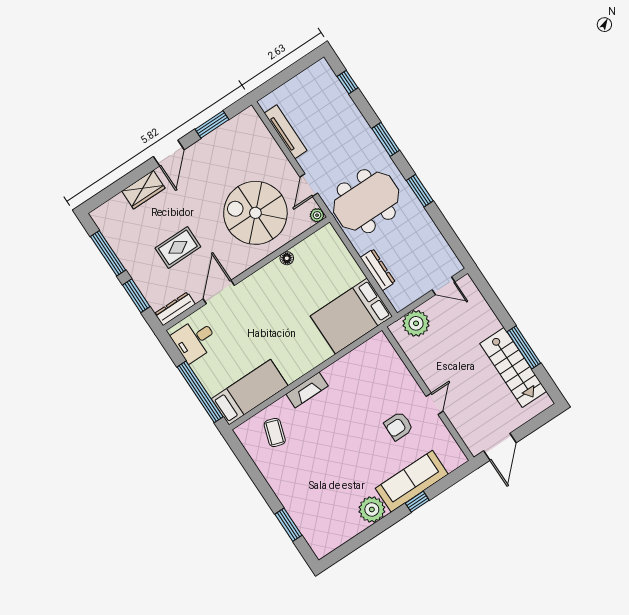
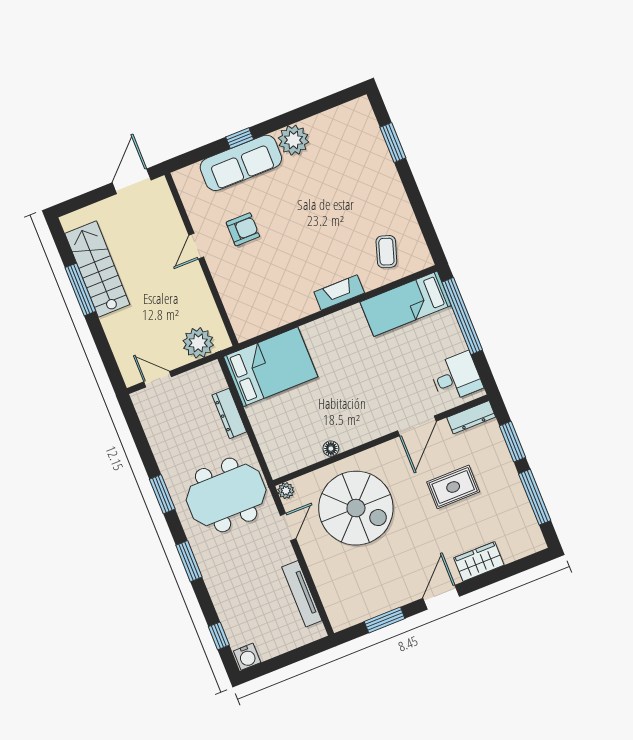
water cooler: (320, 70) -> (247, 657), added

